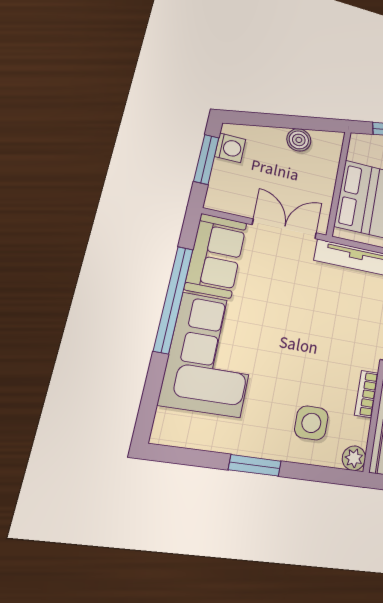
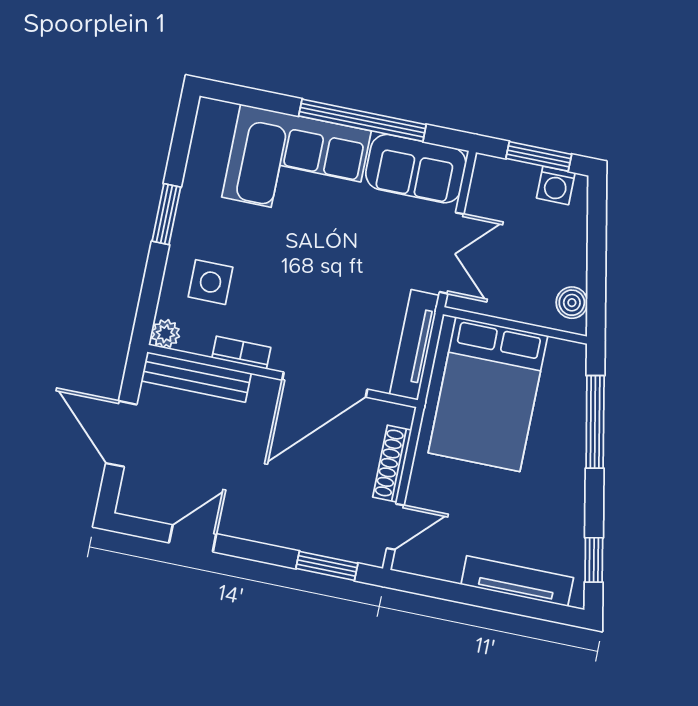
boiler: (299, 140) -> (572, 303), moved

